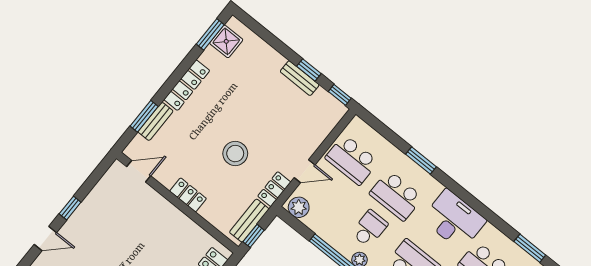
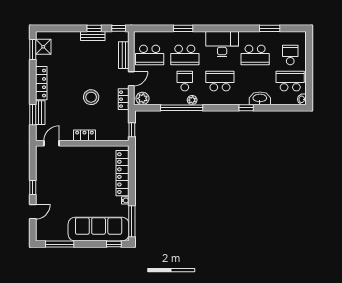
bench: (249, 221) -> (124, 55), moved

